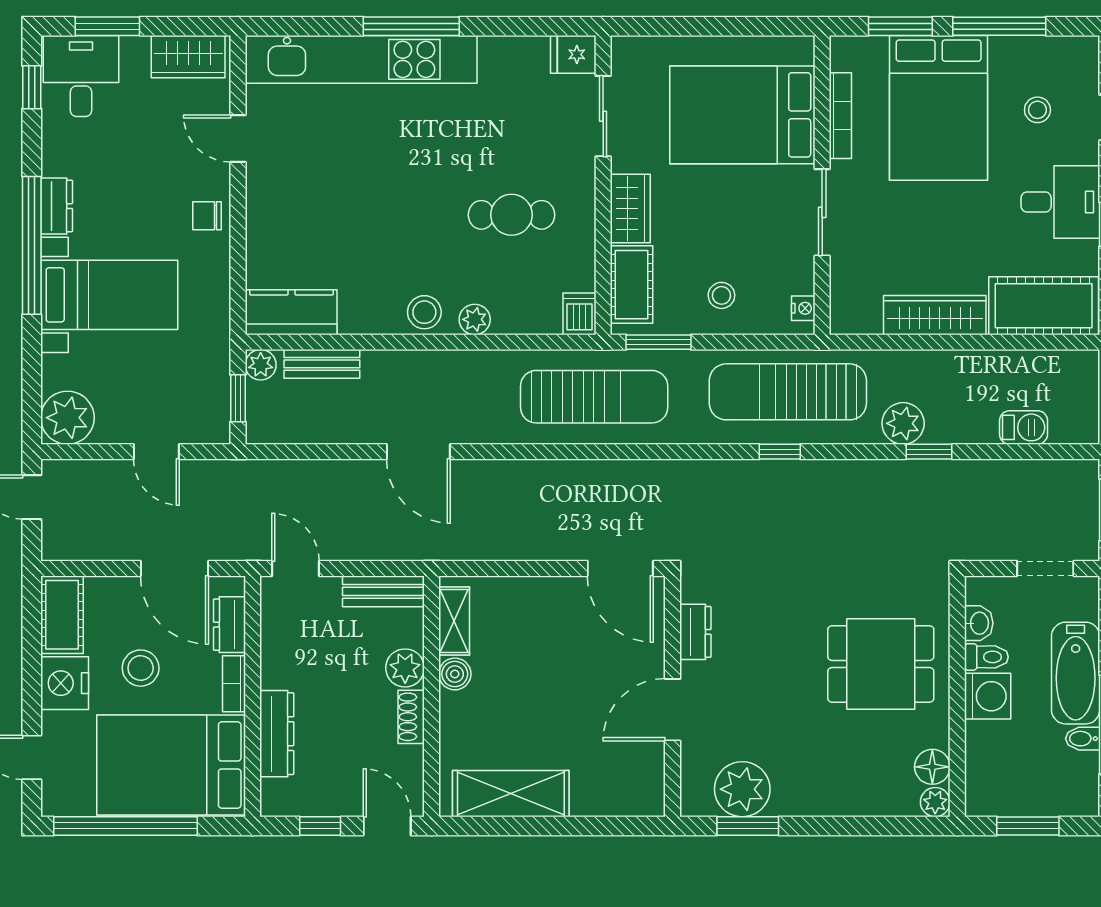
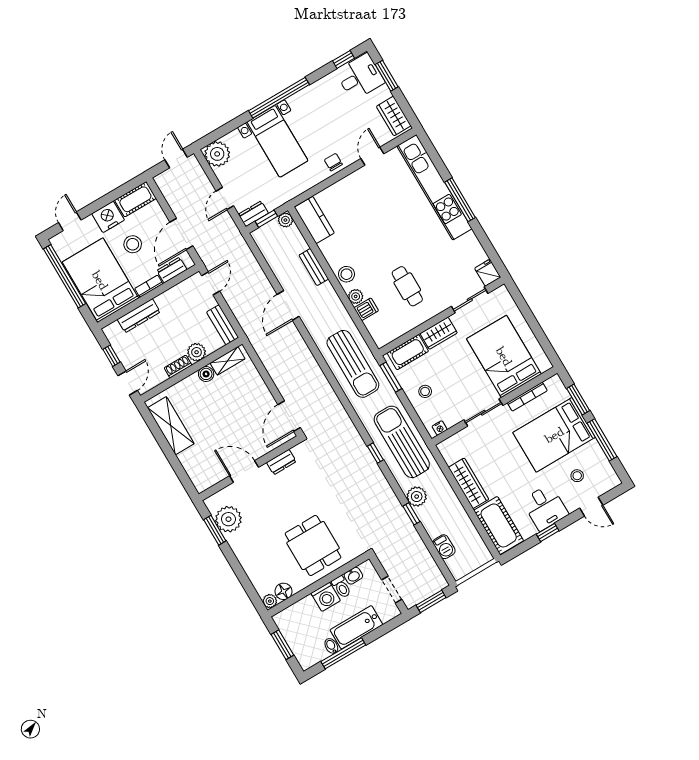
dresser: (57, 206) -> (253, 214), moved, turned 180
dishwasher: (580, 314) -> (366, 309), moved
bench: (322, 364) -> (314, 267), moved

